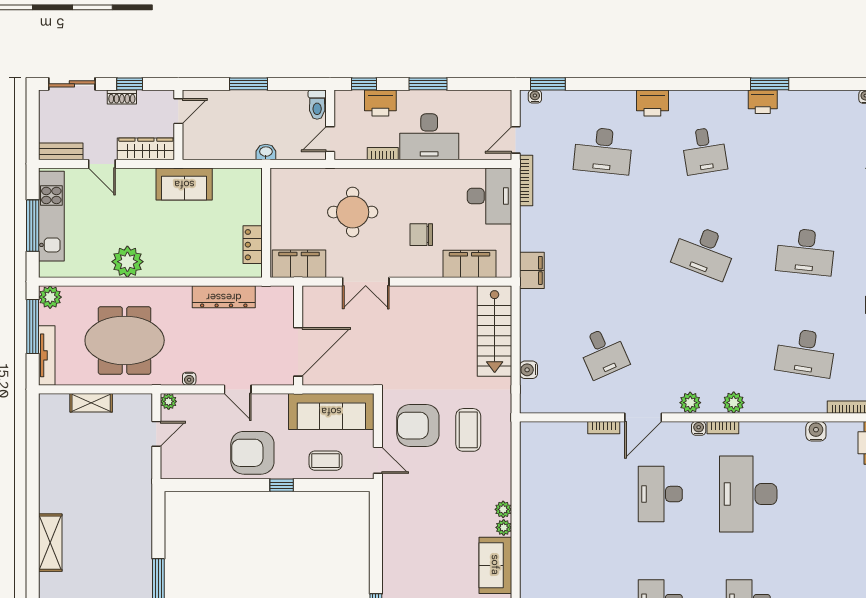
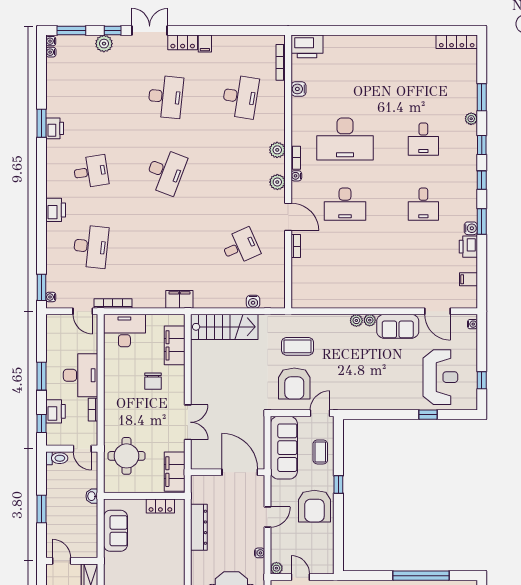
sofa: (184, 184) -> (115, 531), moved
round table: (353, 212) -> (127, 456), moved

